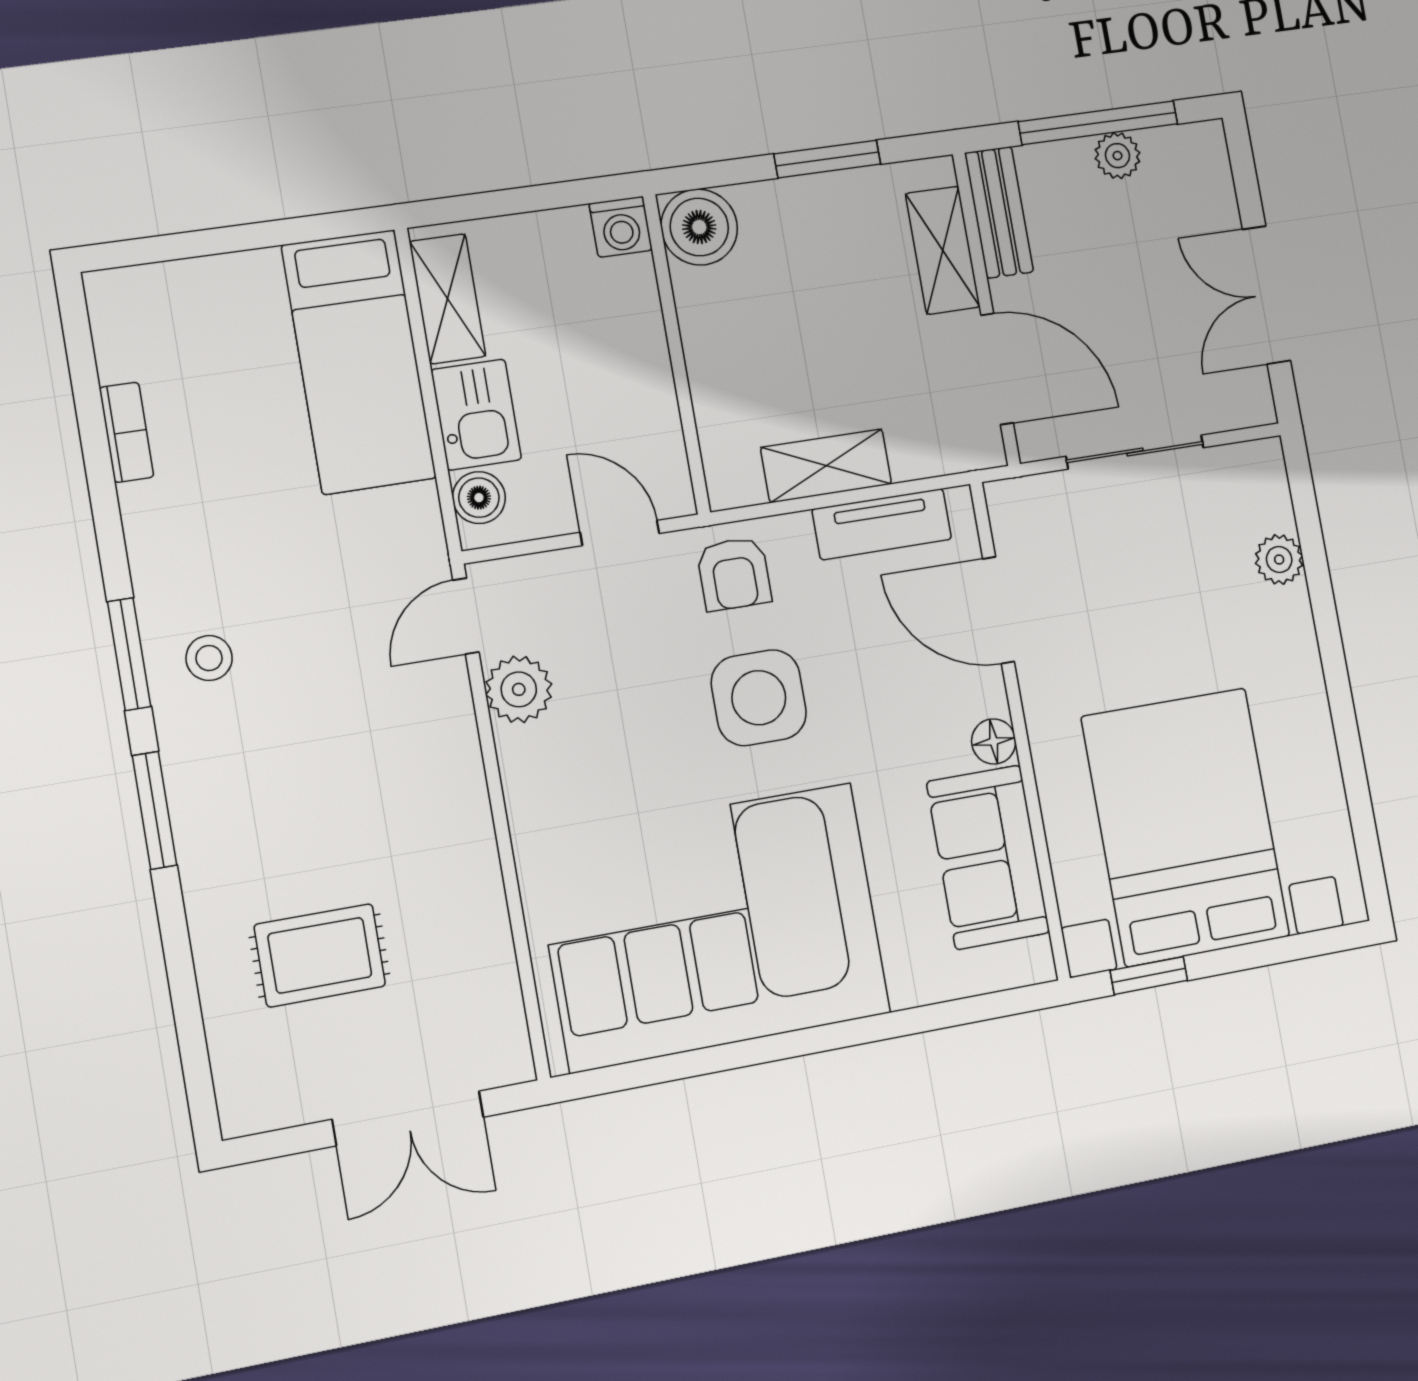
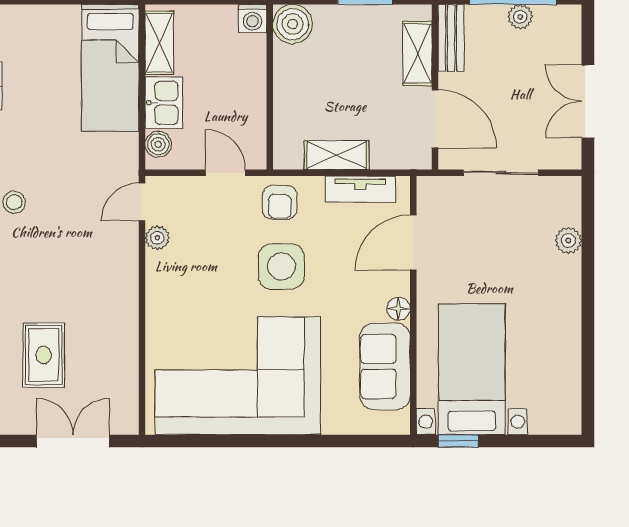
door: (999, 610) -> (413, 243), hinge flipped
plant: (519, 689) -> (157, 238), width x0.73, depth x0.73
bed with nightstands: (1185, 827) -> (472, 369), width x0.73
rug: (320, 955) -> (44, 355), turned 90
double door: (408, 1118) -> (73, 441), swing flipped

